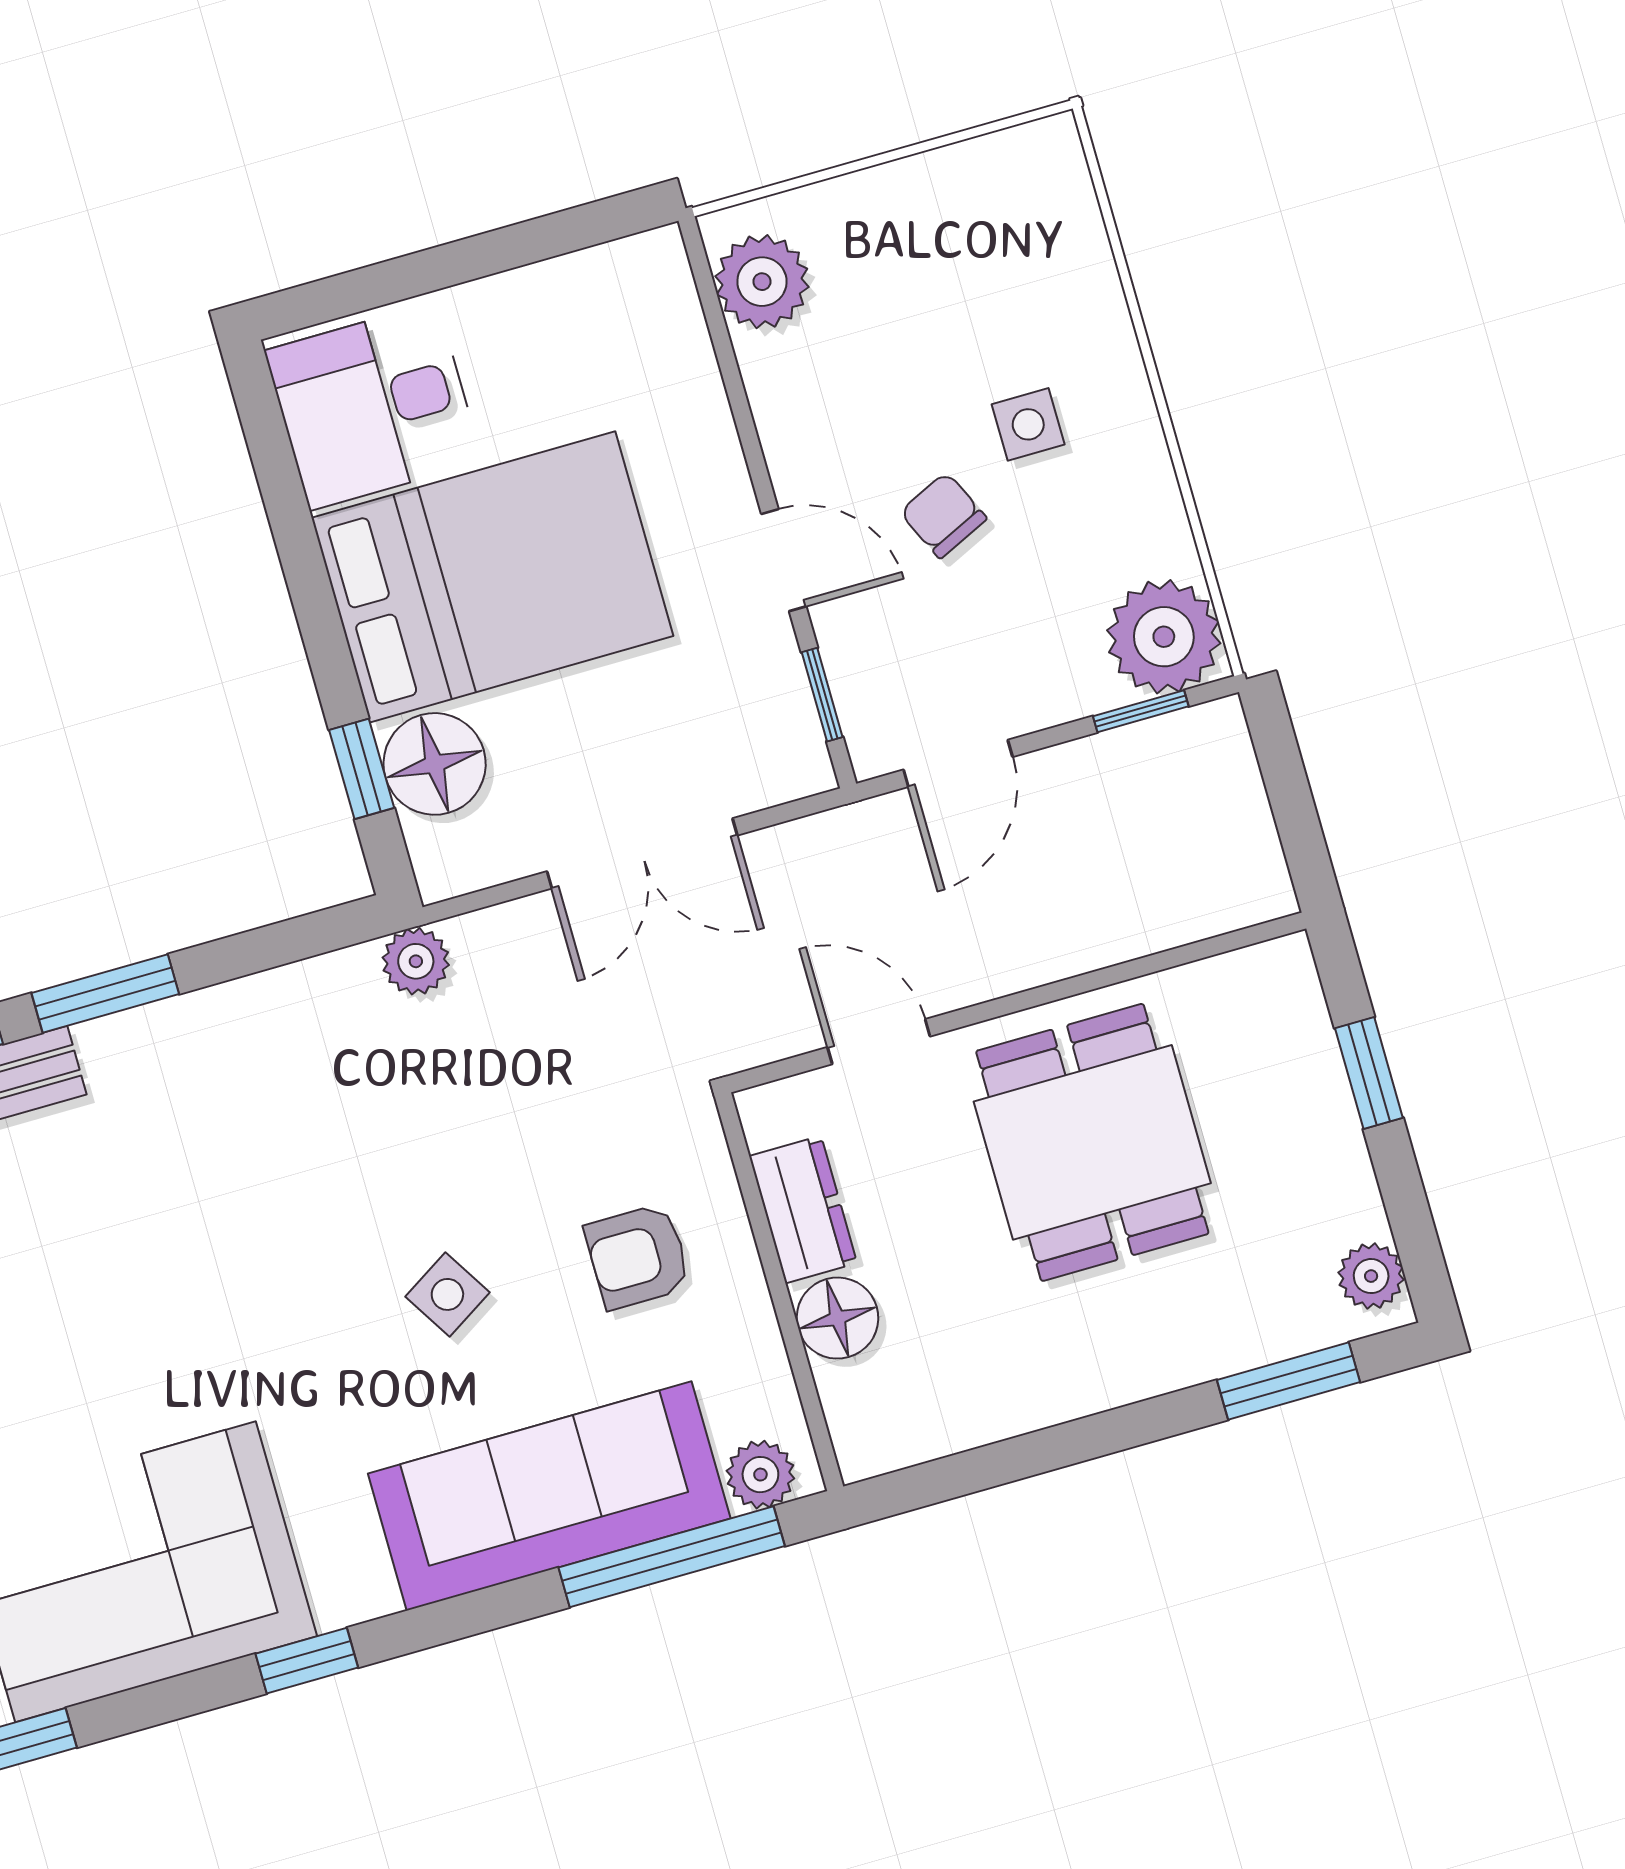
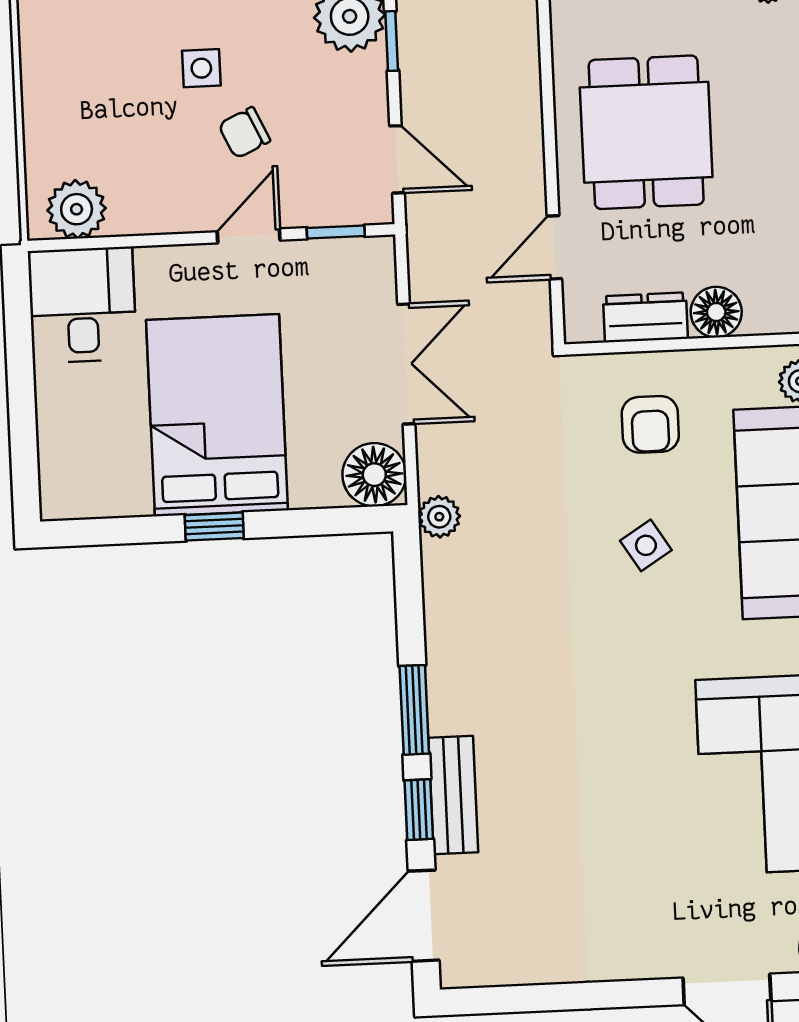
desk: (373, 406) -> (82, 305), moved, turned 180
floor lamp: (435, 764) -> (374, 475), moved
window: (362, 769) -> (214, 527), moved
dining table: (1092, 1142) -> (646, 132), turned 90

